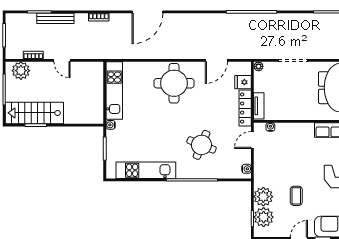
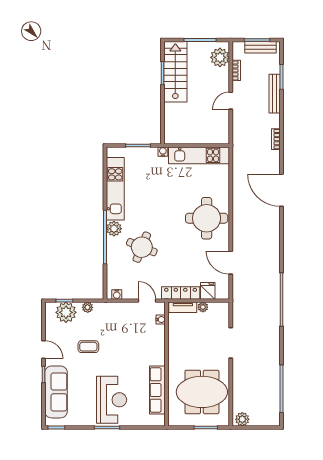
bench: (11, 32) -> (261, 47), added
plant: (259, 66) -> (203, 307), moved
plant: (184, 171) -> (114, 229), added
plant: (263, 197) -> (88, 307), width x0.53, depth x0.53

